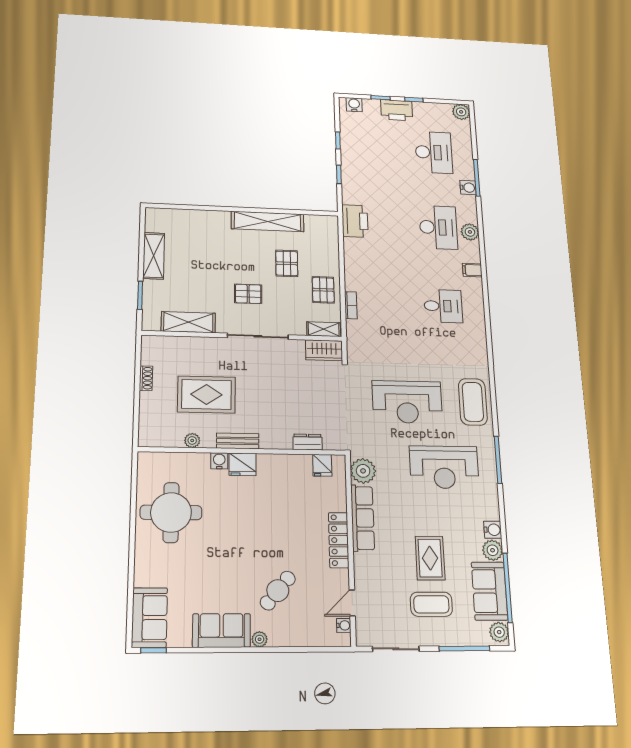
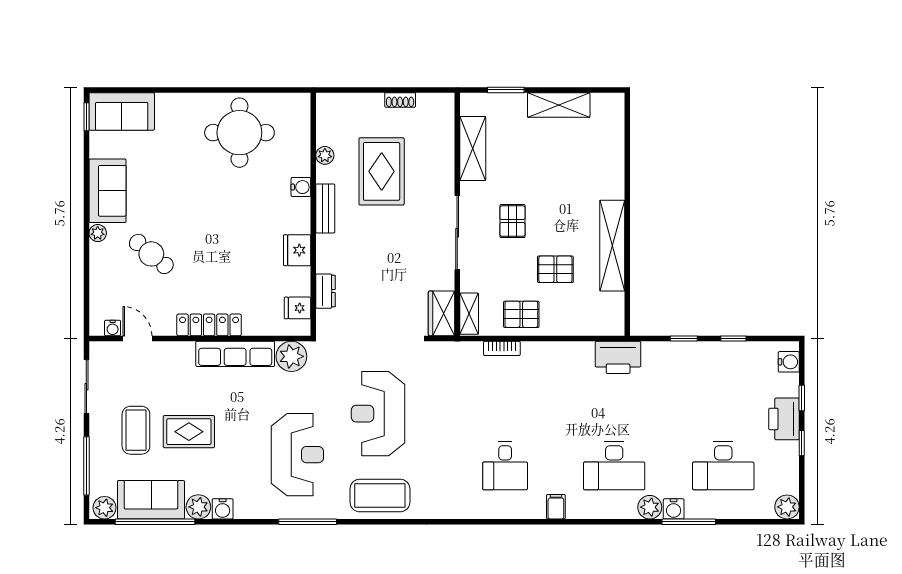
plant: (470, 232) -> (650, 507), moved
fridge: (243, 464) -> (297, 250), moved
reception desk: (444, 467) -> (297, 455), turned 180

